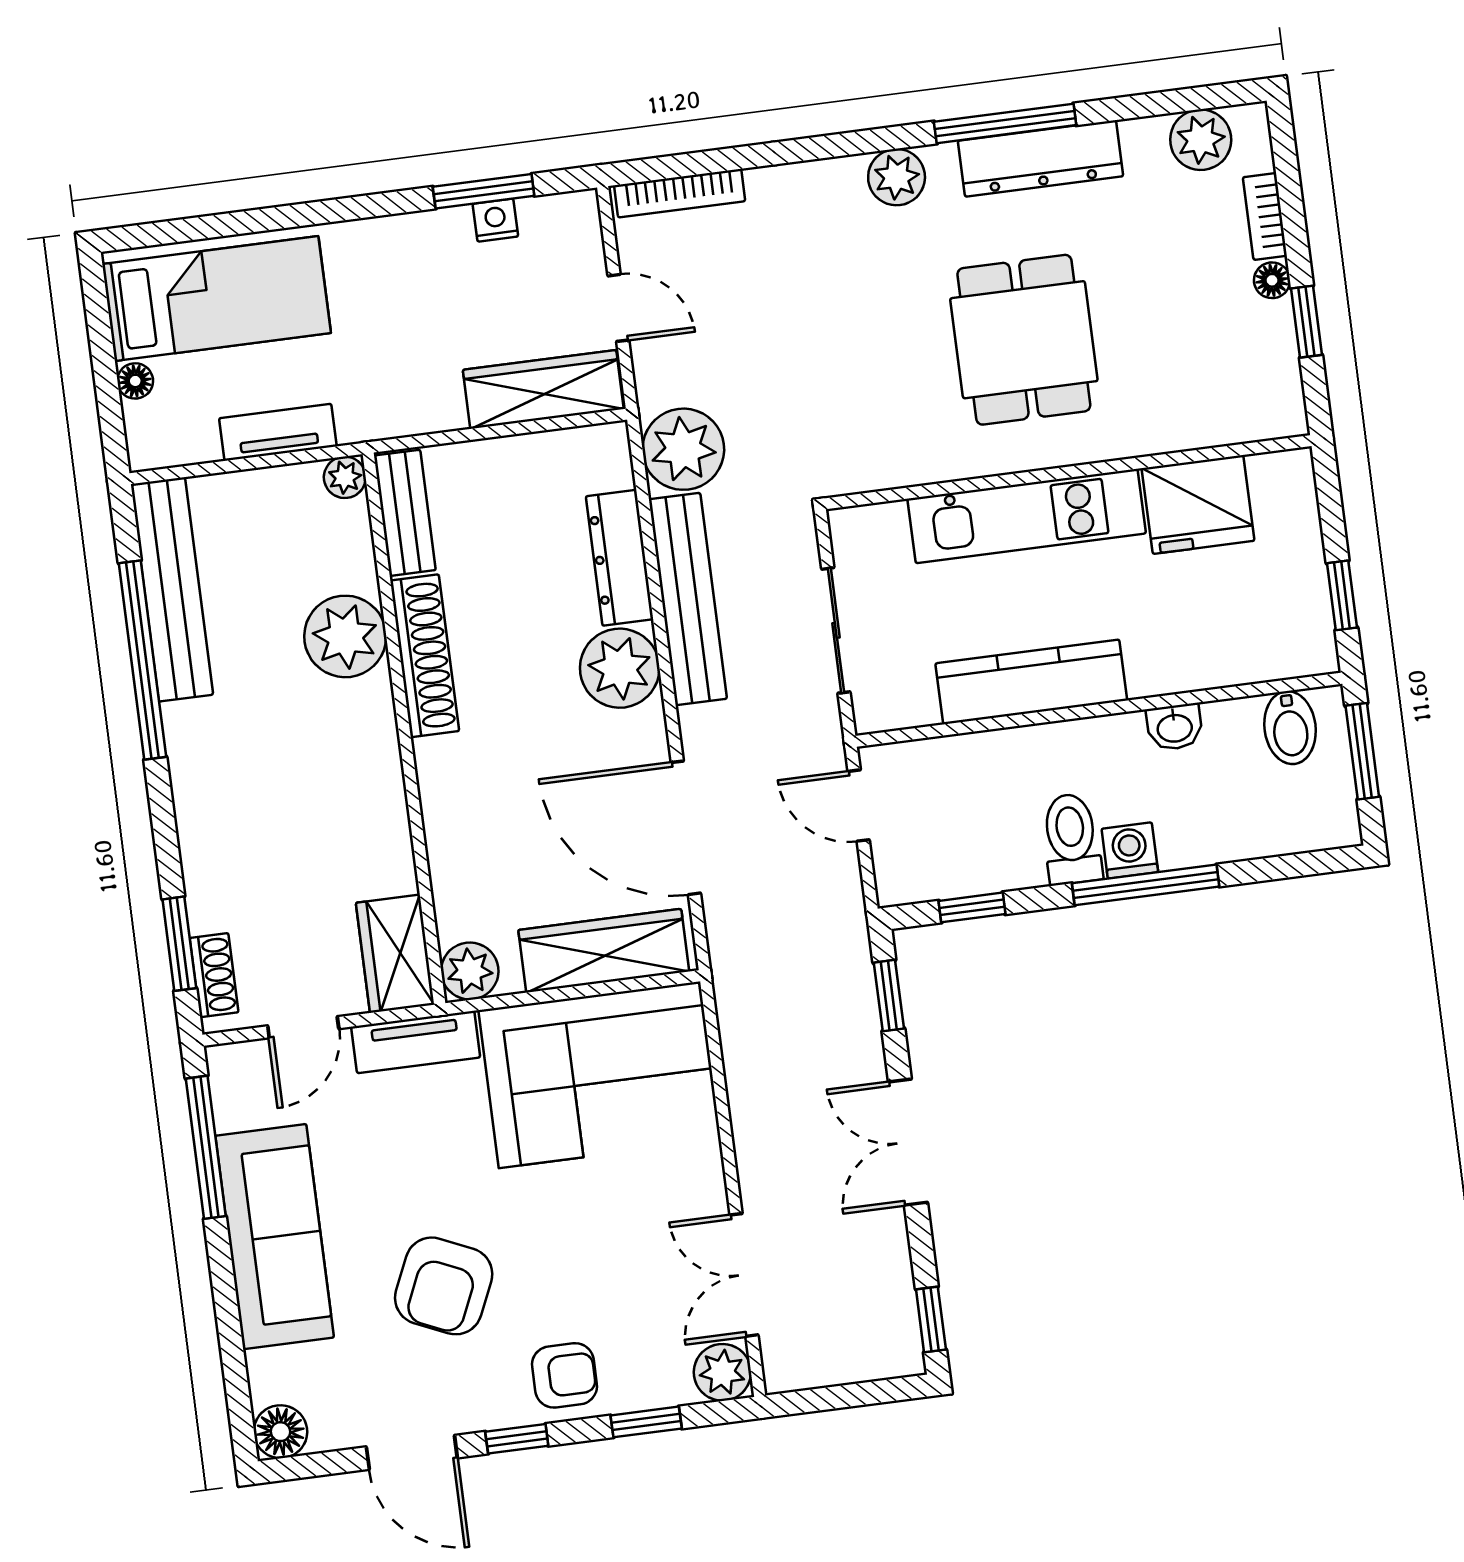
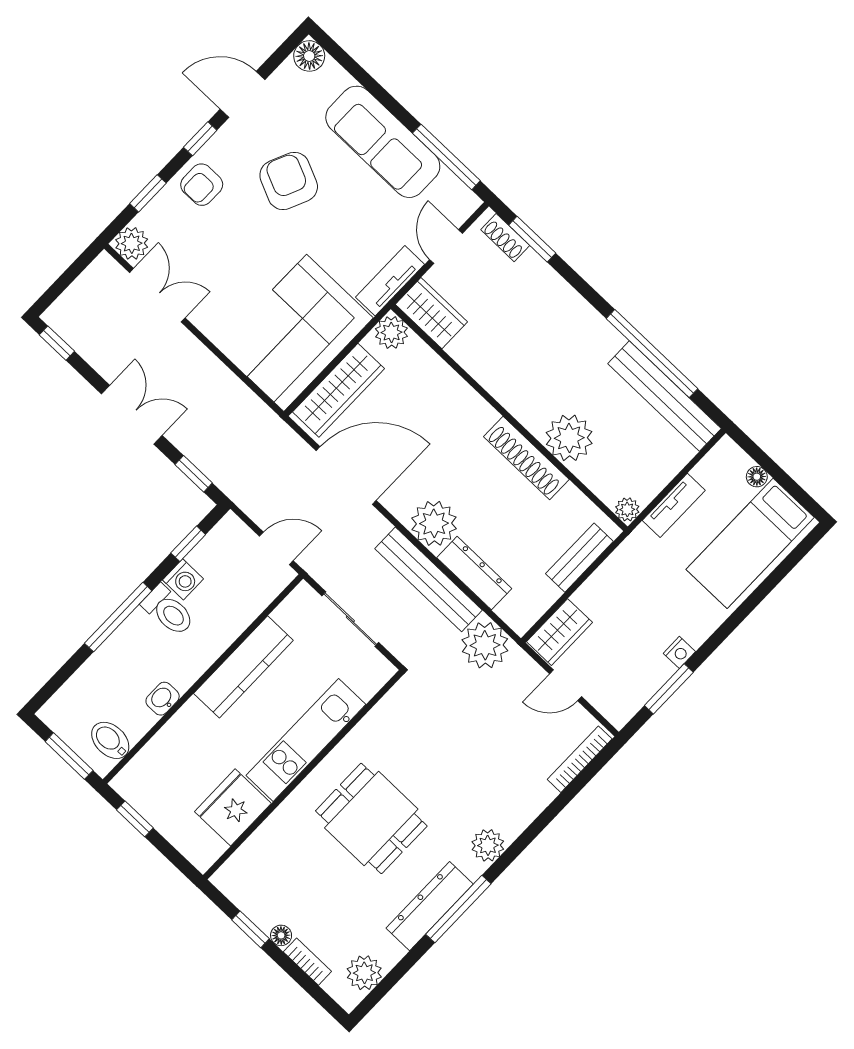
nightstand: (495, 220) -> (679, 652), moved
wardrobe: (543, 389) -> (559, 632), width x0.67
bench: (405, 513) -> (579, 558), moved, turned 90
washing machine: (1130, 850) -> (183, 579), moved

